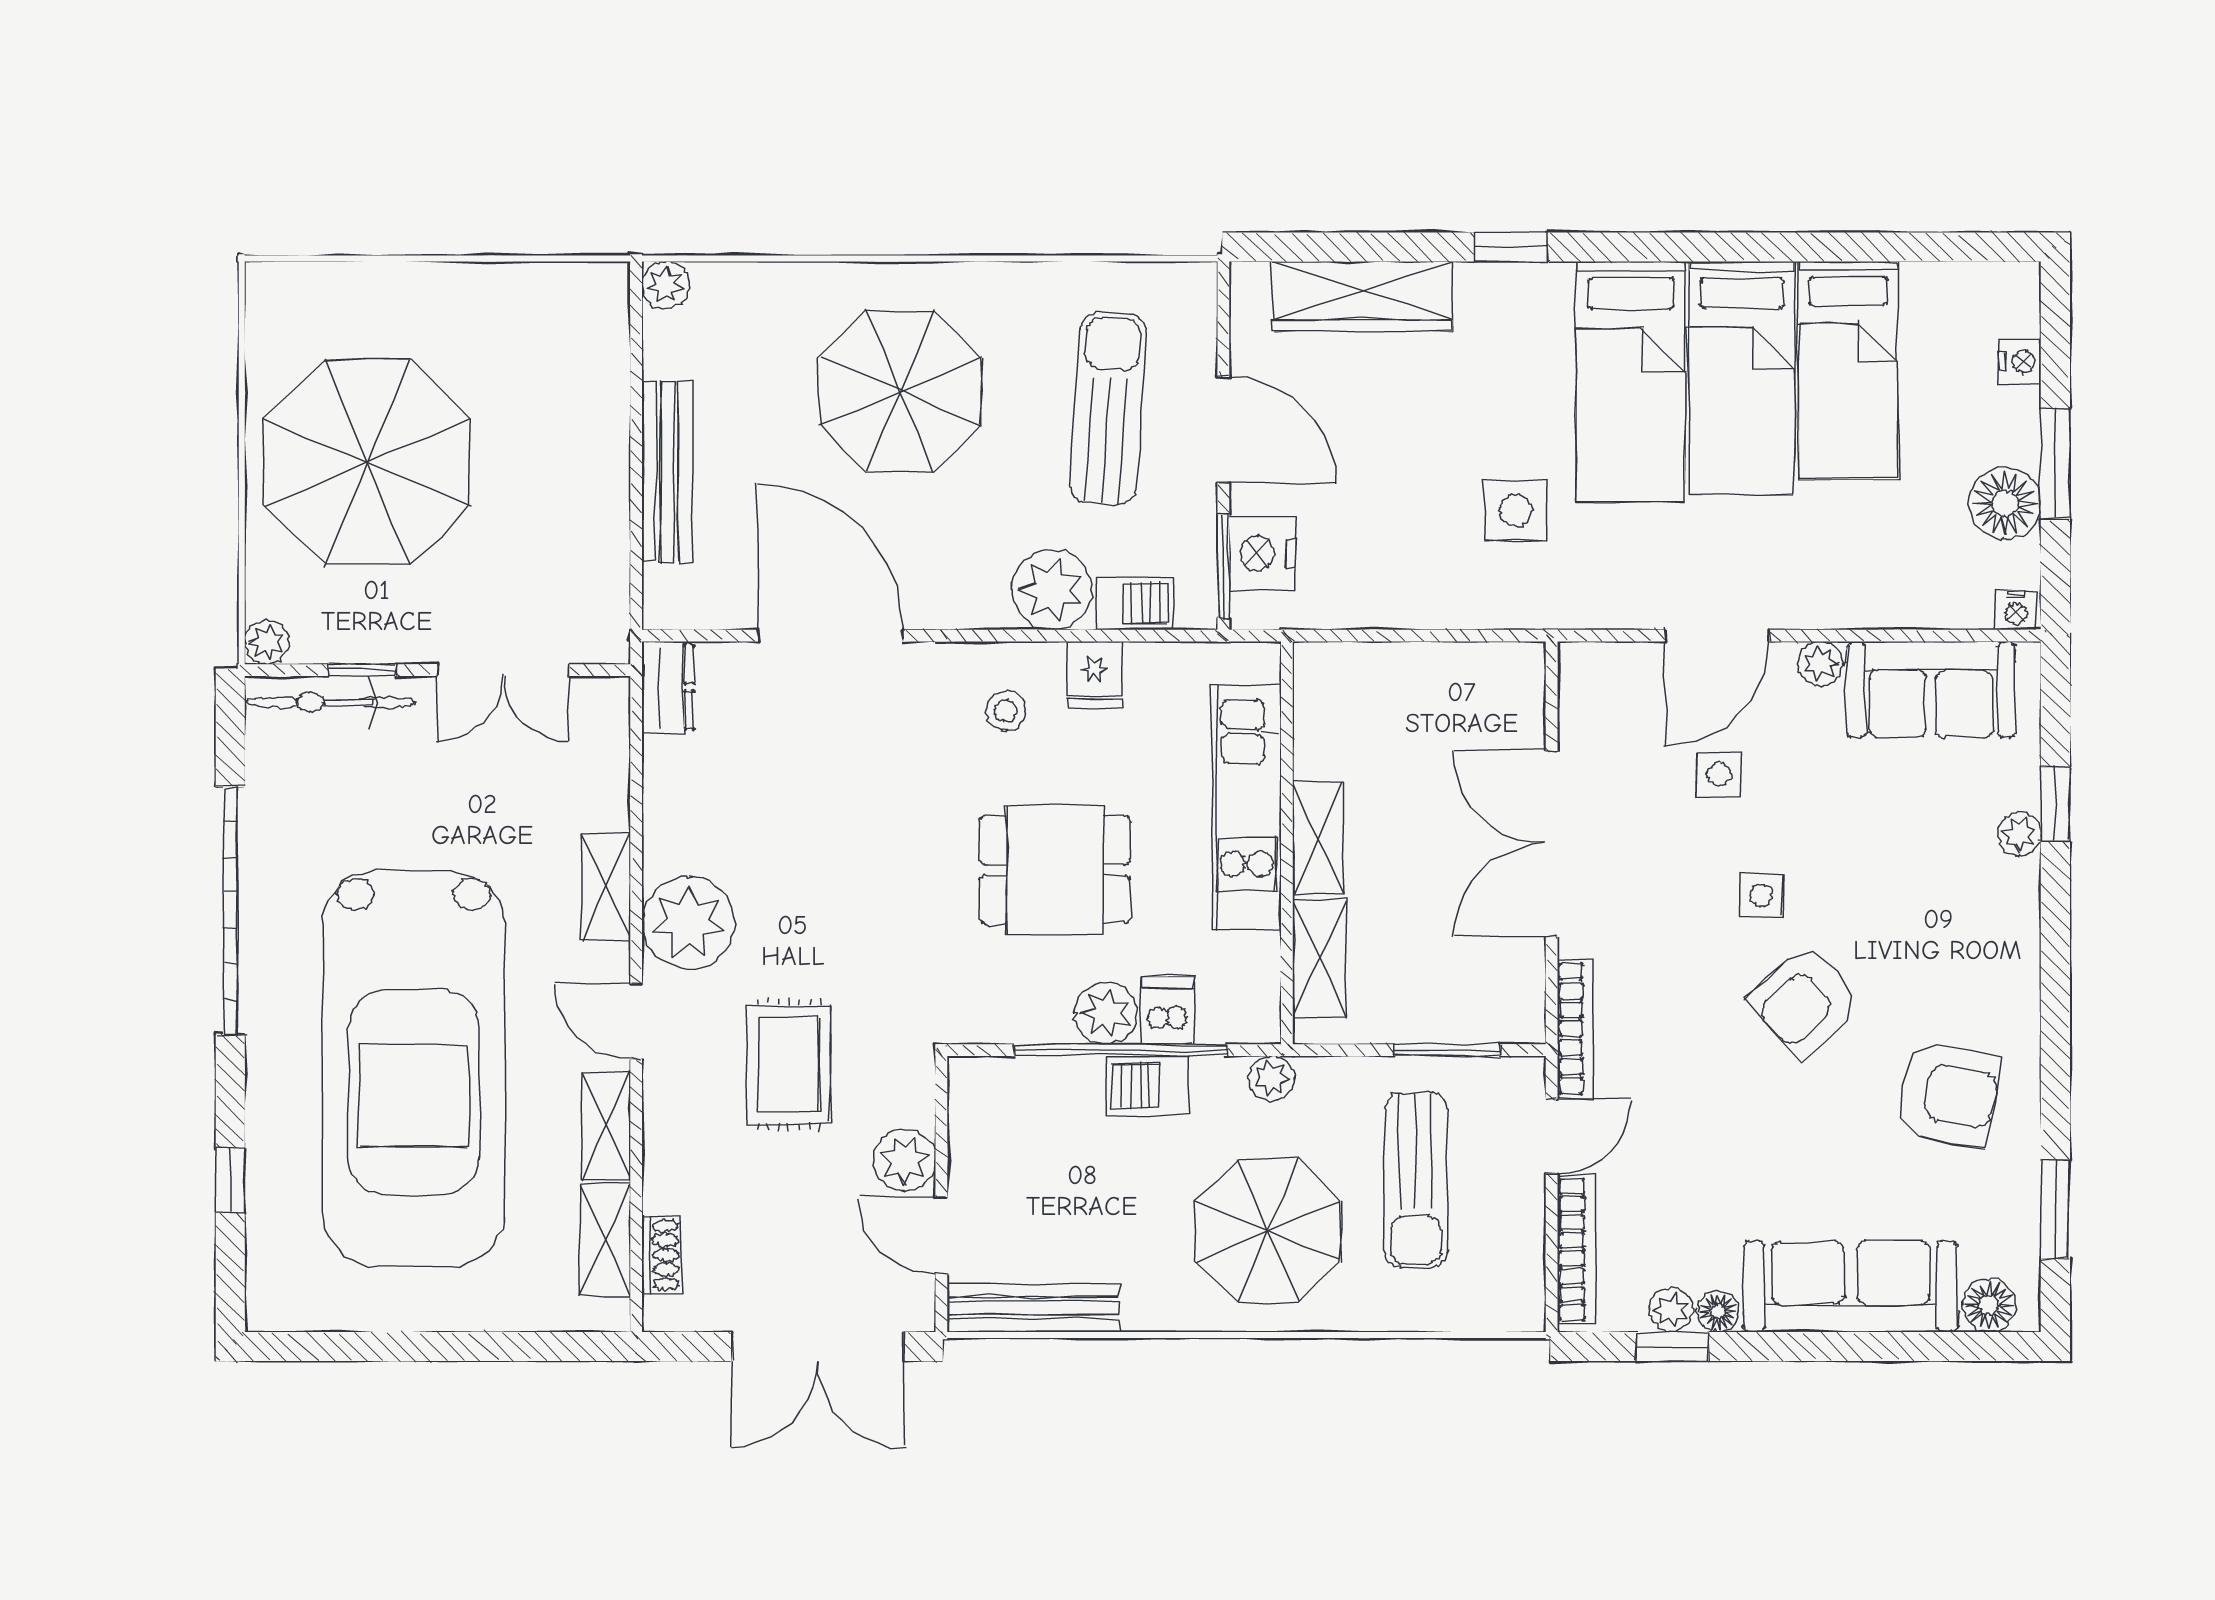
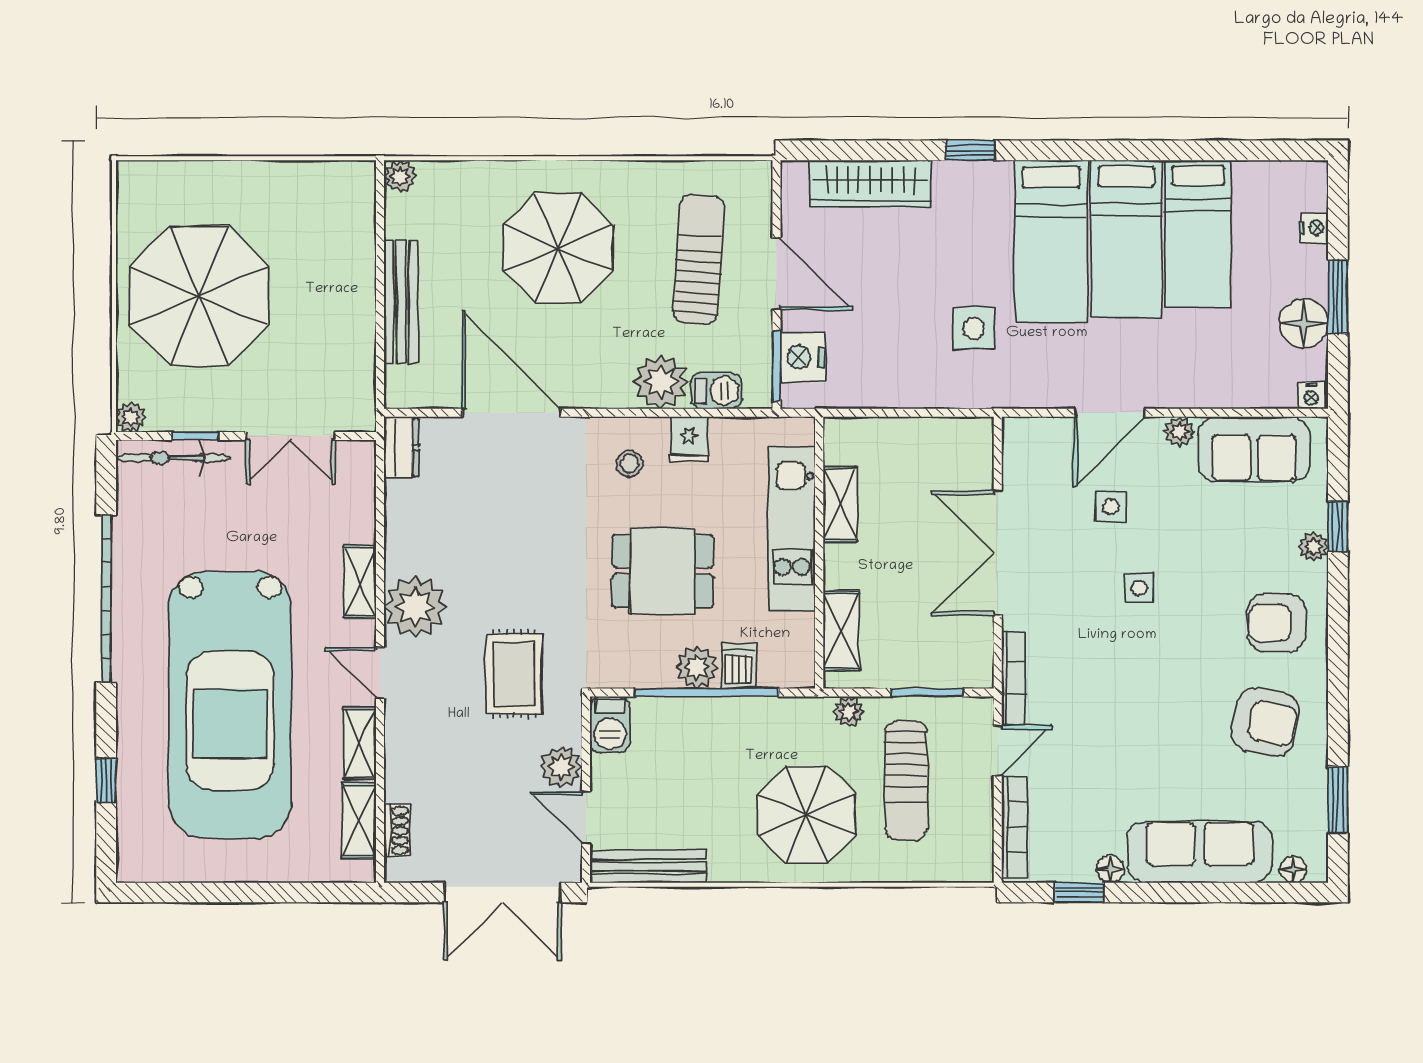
shelving: (1318, 839) -> (840, 504), moved
armchair: (1805, 1001) -> (1277, 623), moved, turned 43
rug: (789, 1065) -> (514, 674), moved
plant: (1272, 1078) -> (849, 712), moved
barbecue: (1148, 1086) -> (610, 725), moved, turned -90
floor lamp: (1989, 1305) -> (1293, 870), width x0.73, depth x0.73
plant: (1671, 1310) -> (1078, 868), removed

